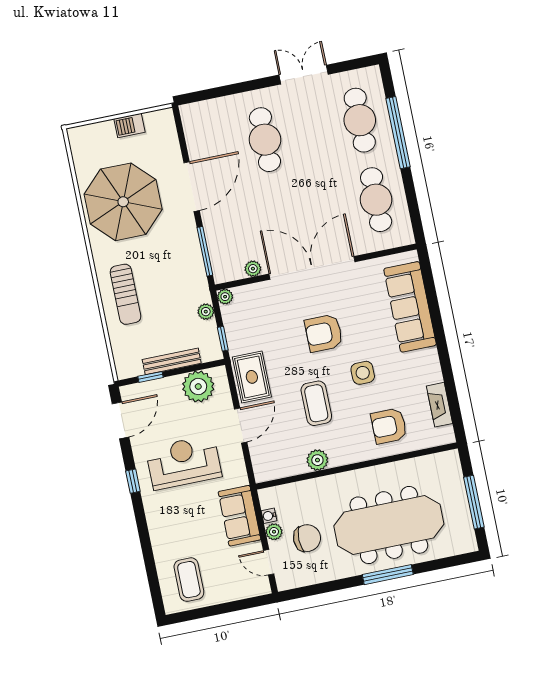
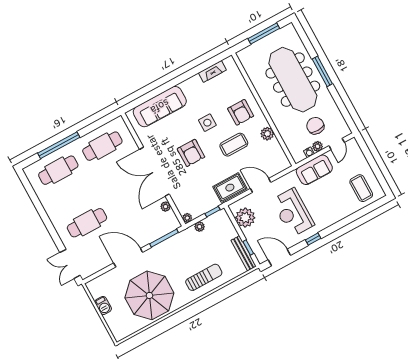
double door: (304, 75) -> (70, 264), moved
bench: (172, 361) -> (244, 253), moved
armchair: (389, 426) -> (241, 112), moved
coffee table: (189, 580) -> (361, 188), turned 90

